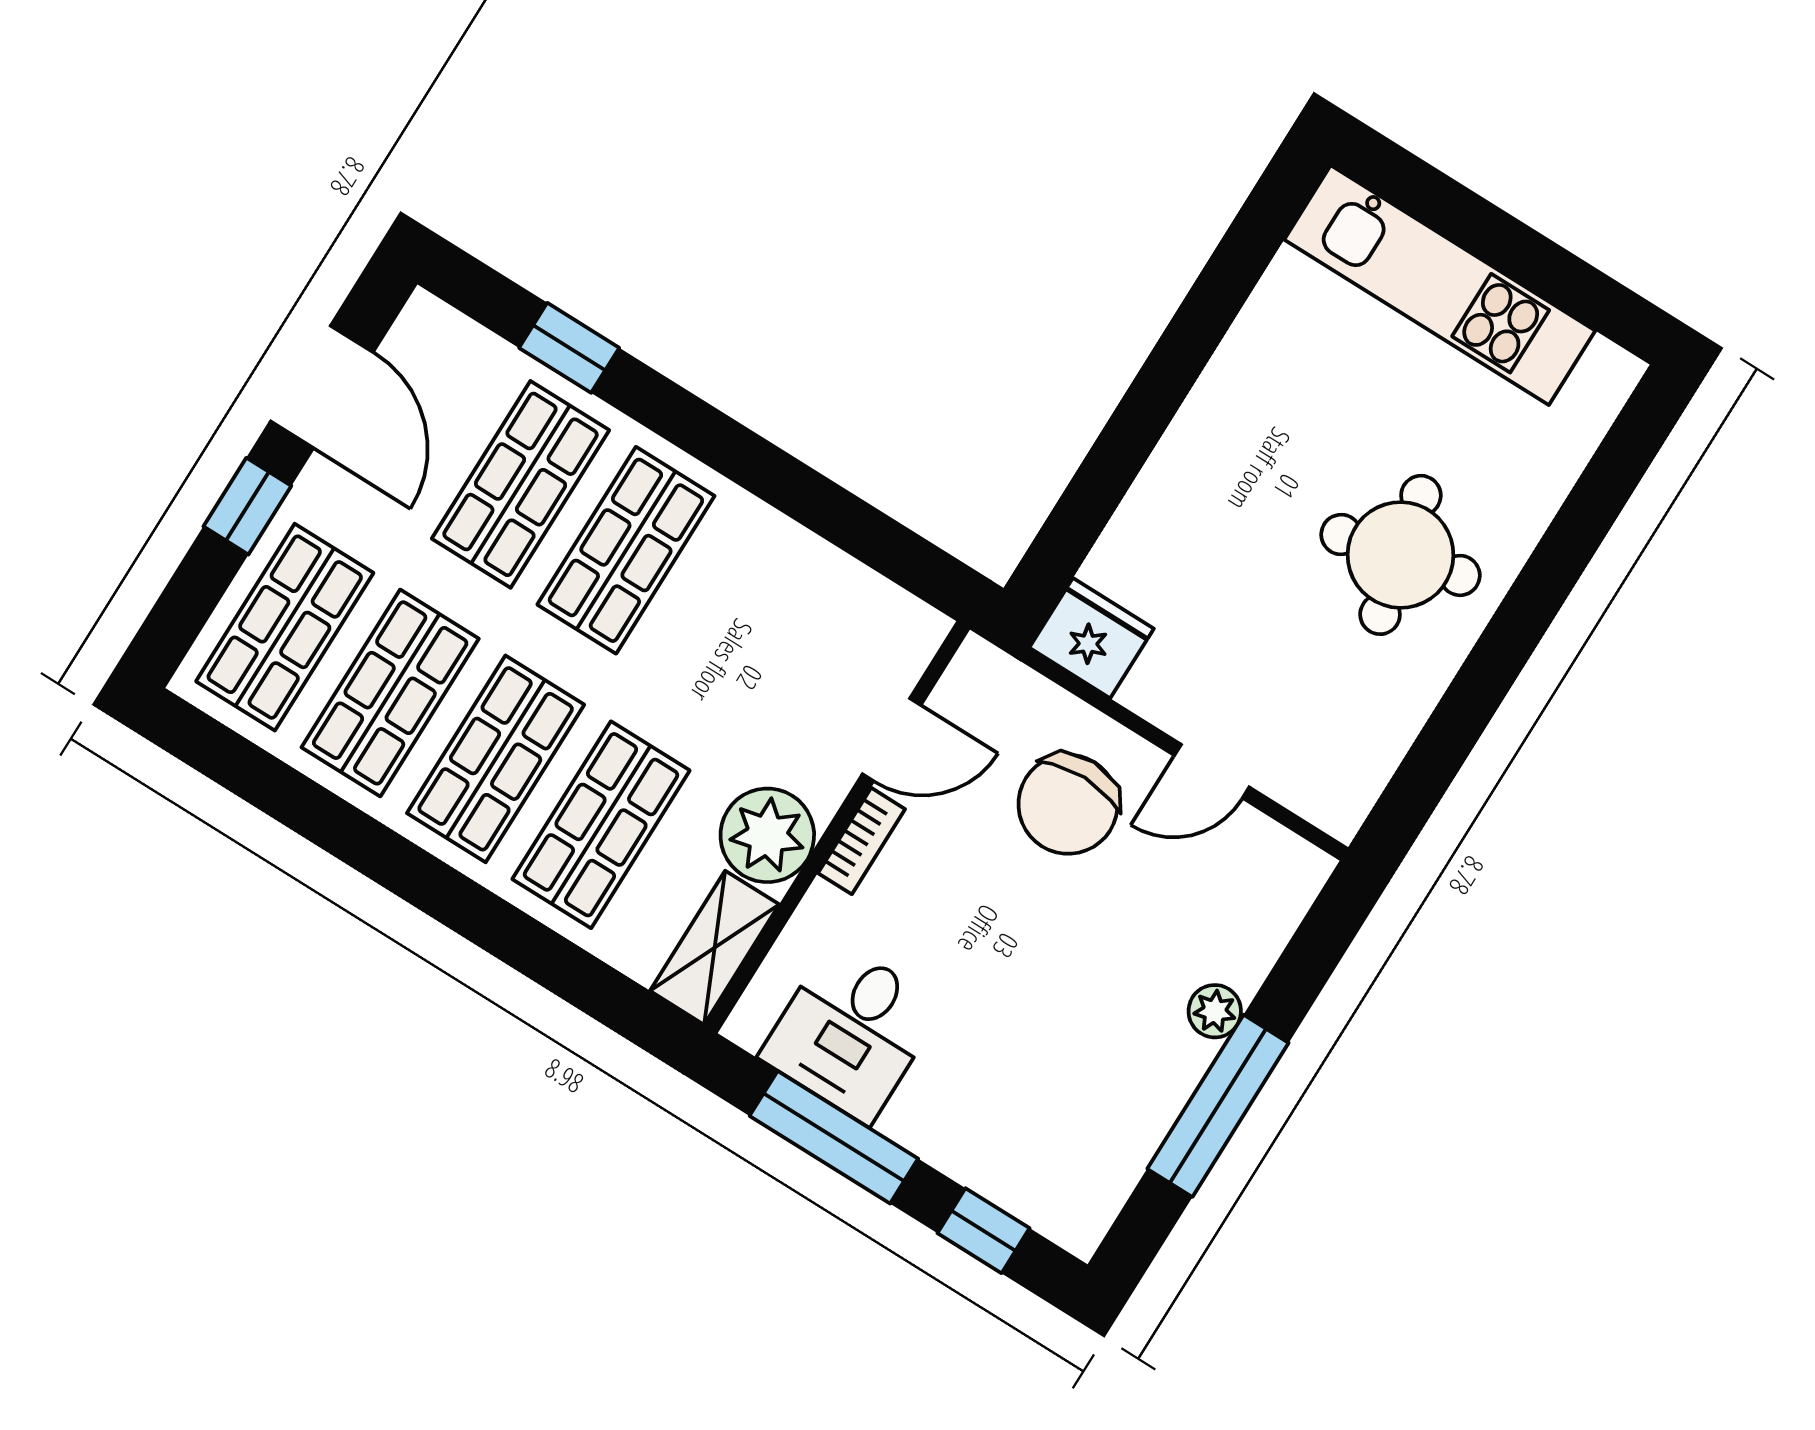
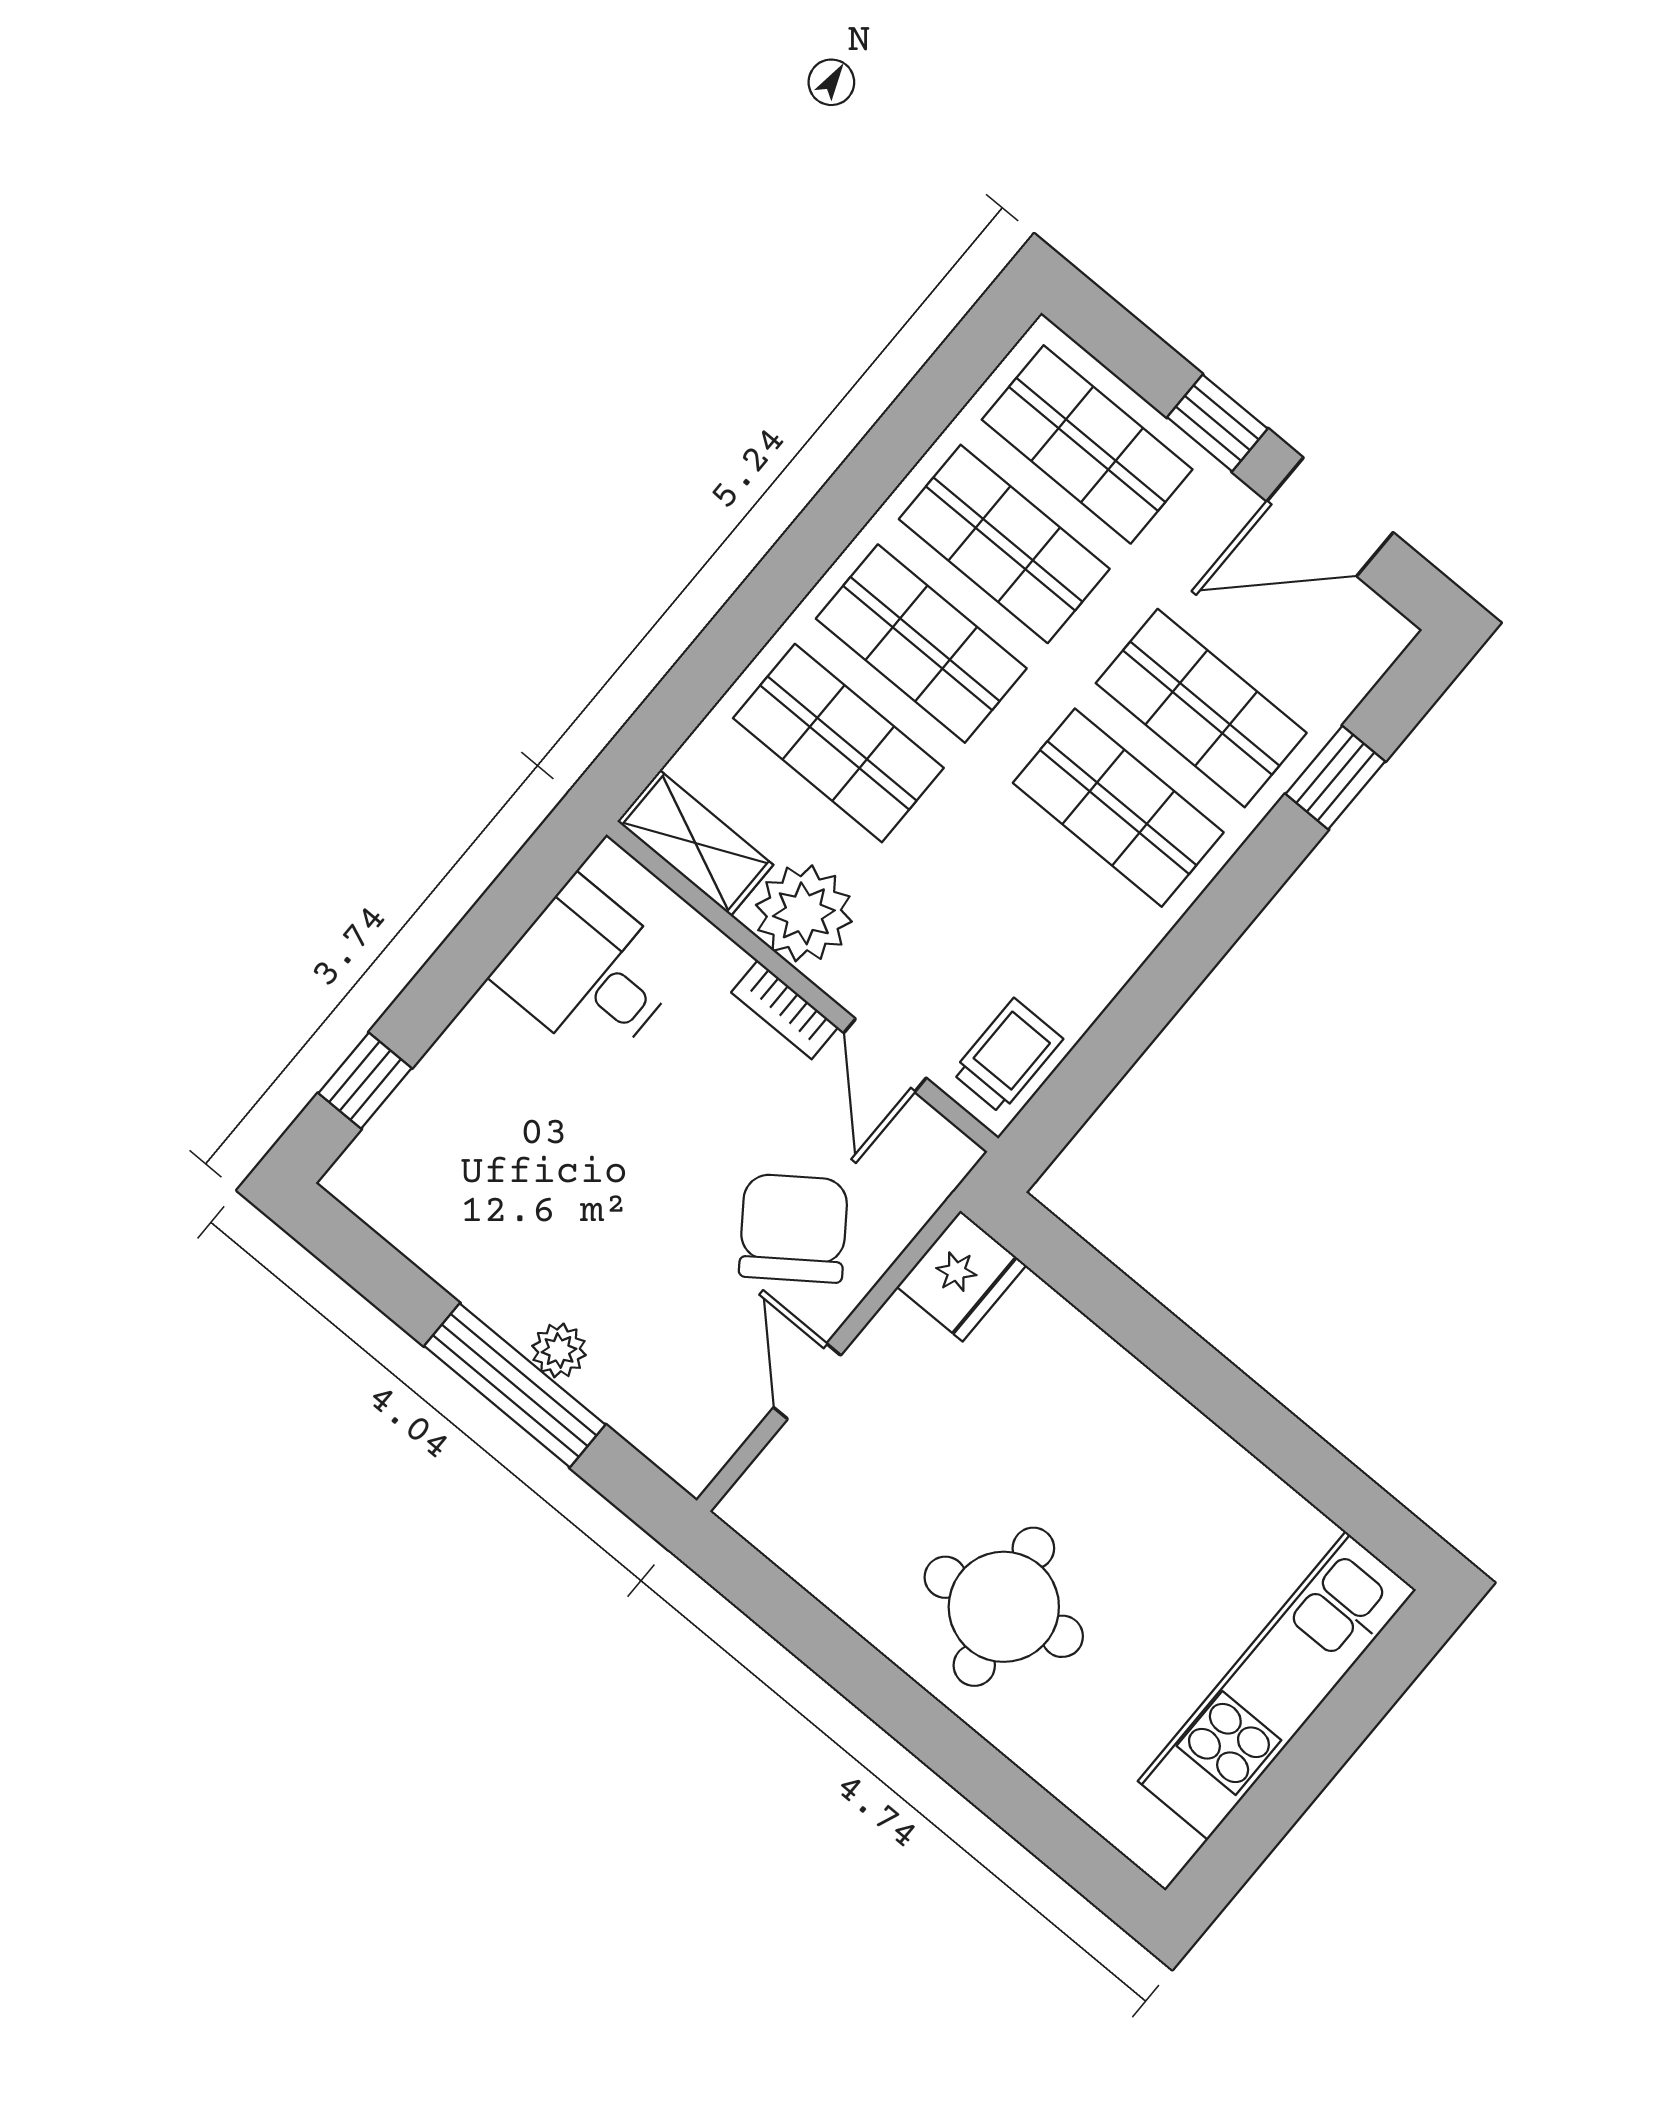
trolley: (876, 623) -> (1007, 1056), added
chair: (1068, 804) -> (793, 1228), turned 54
window: (1218, 1106) -> (515, 1385), moved
window: (834, 1137) -> (483, 939), removed

